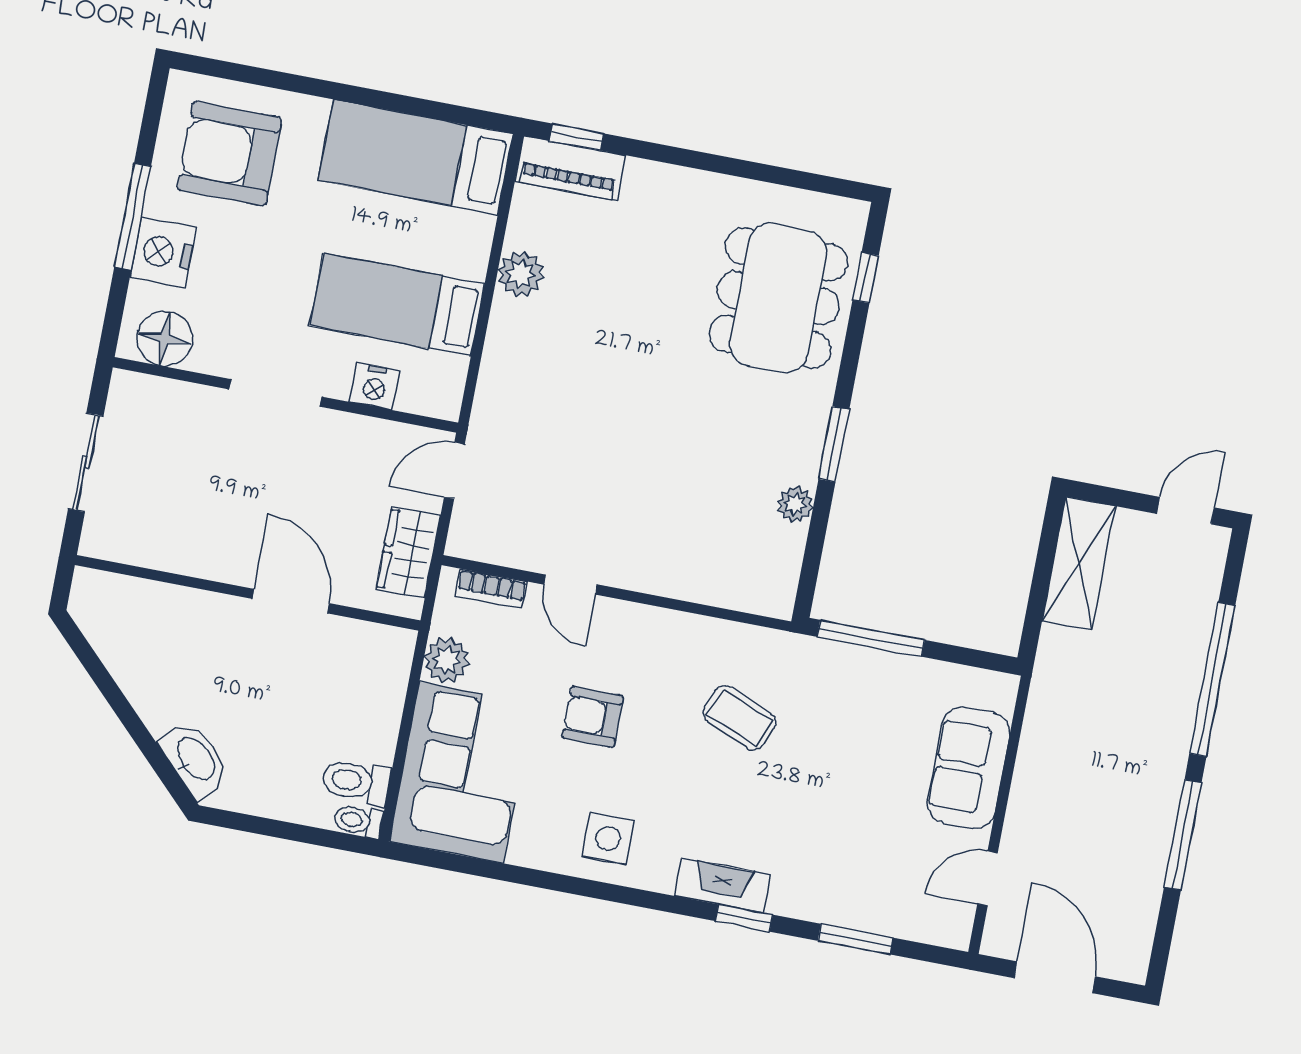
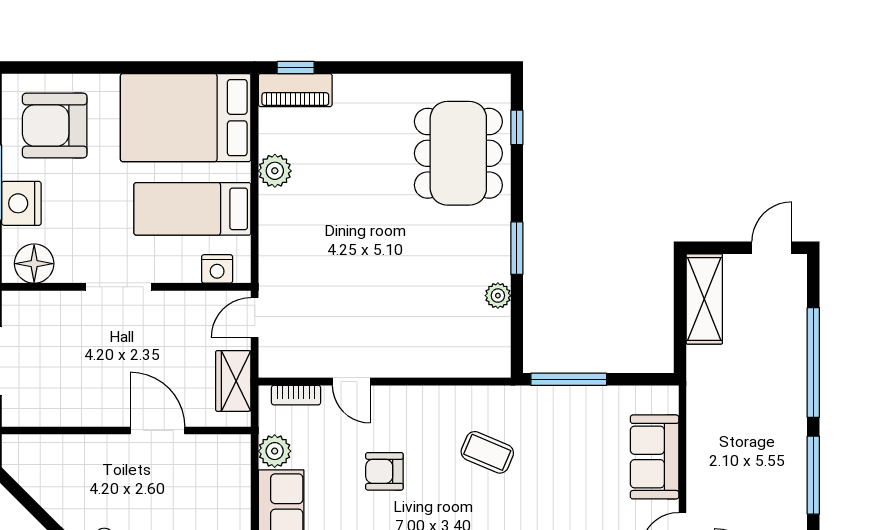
bed: (416, 157) -> (186, 118), width x1.50
nightstand: (375, 386) -> (217, 269), moved

